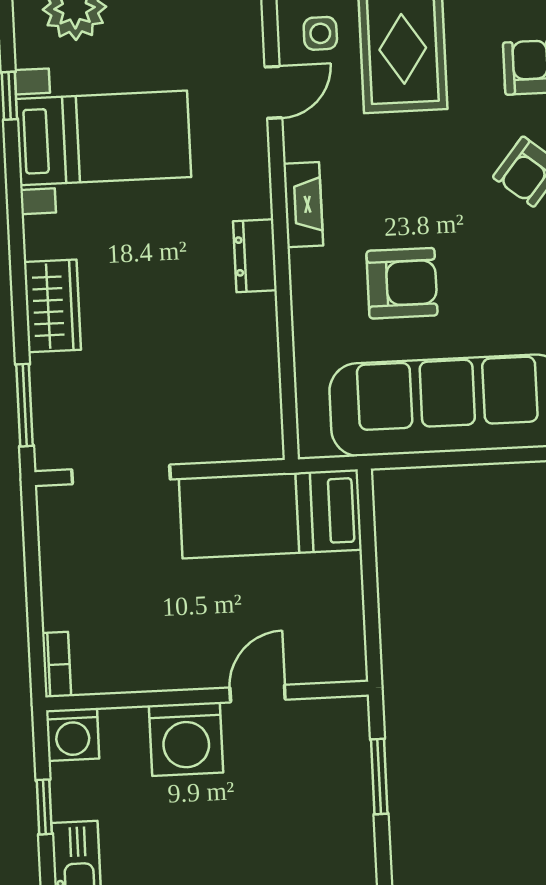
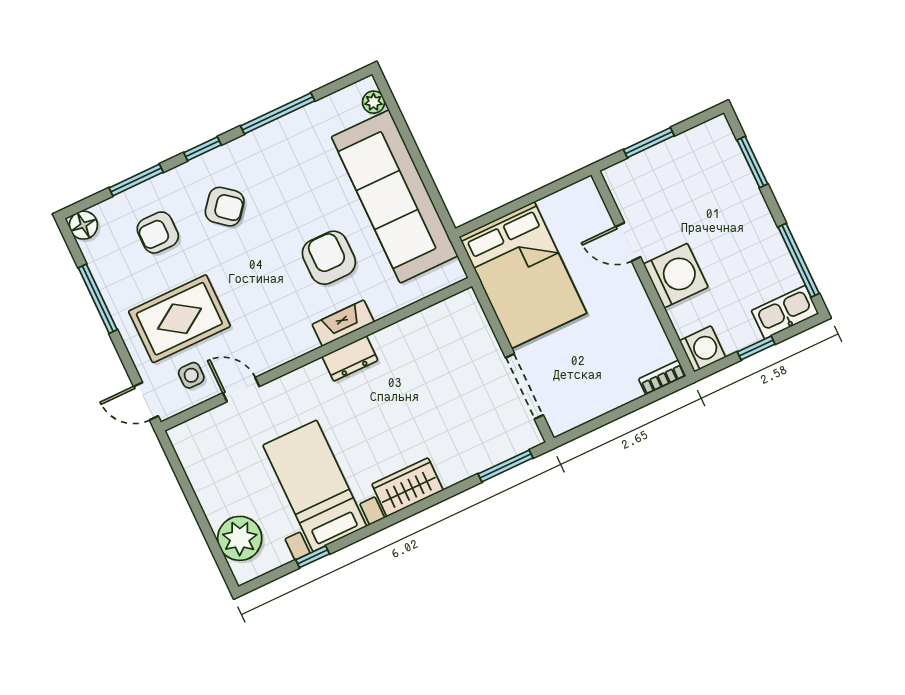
fireplace: (303, 205) -> (343, 323), moved
wardrobe: (52, 306) -> (408, 487), moved
bed: (270, 514) -> (523, 275), width x1.50

